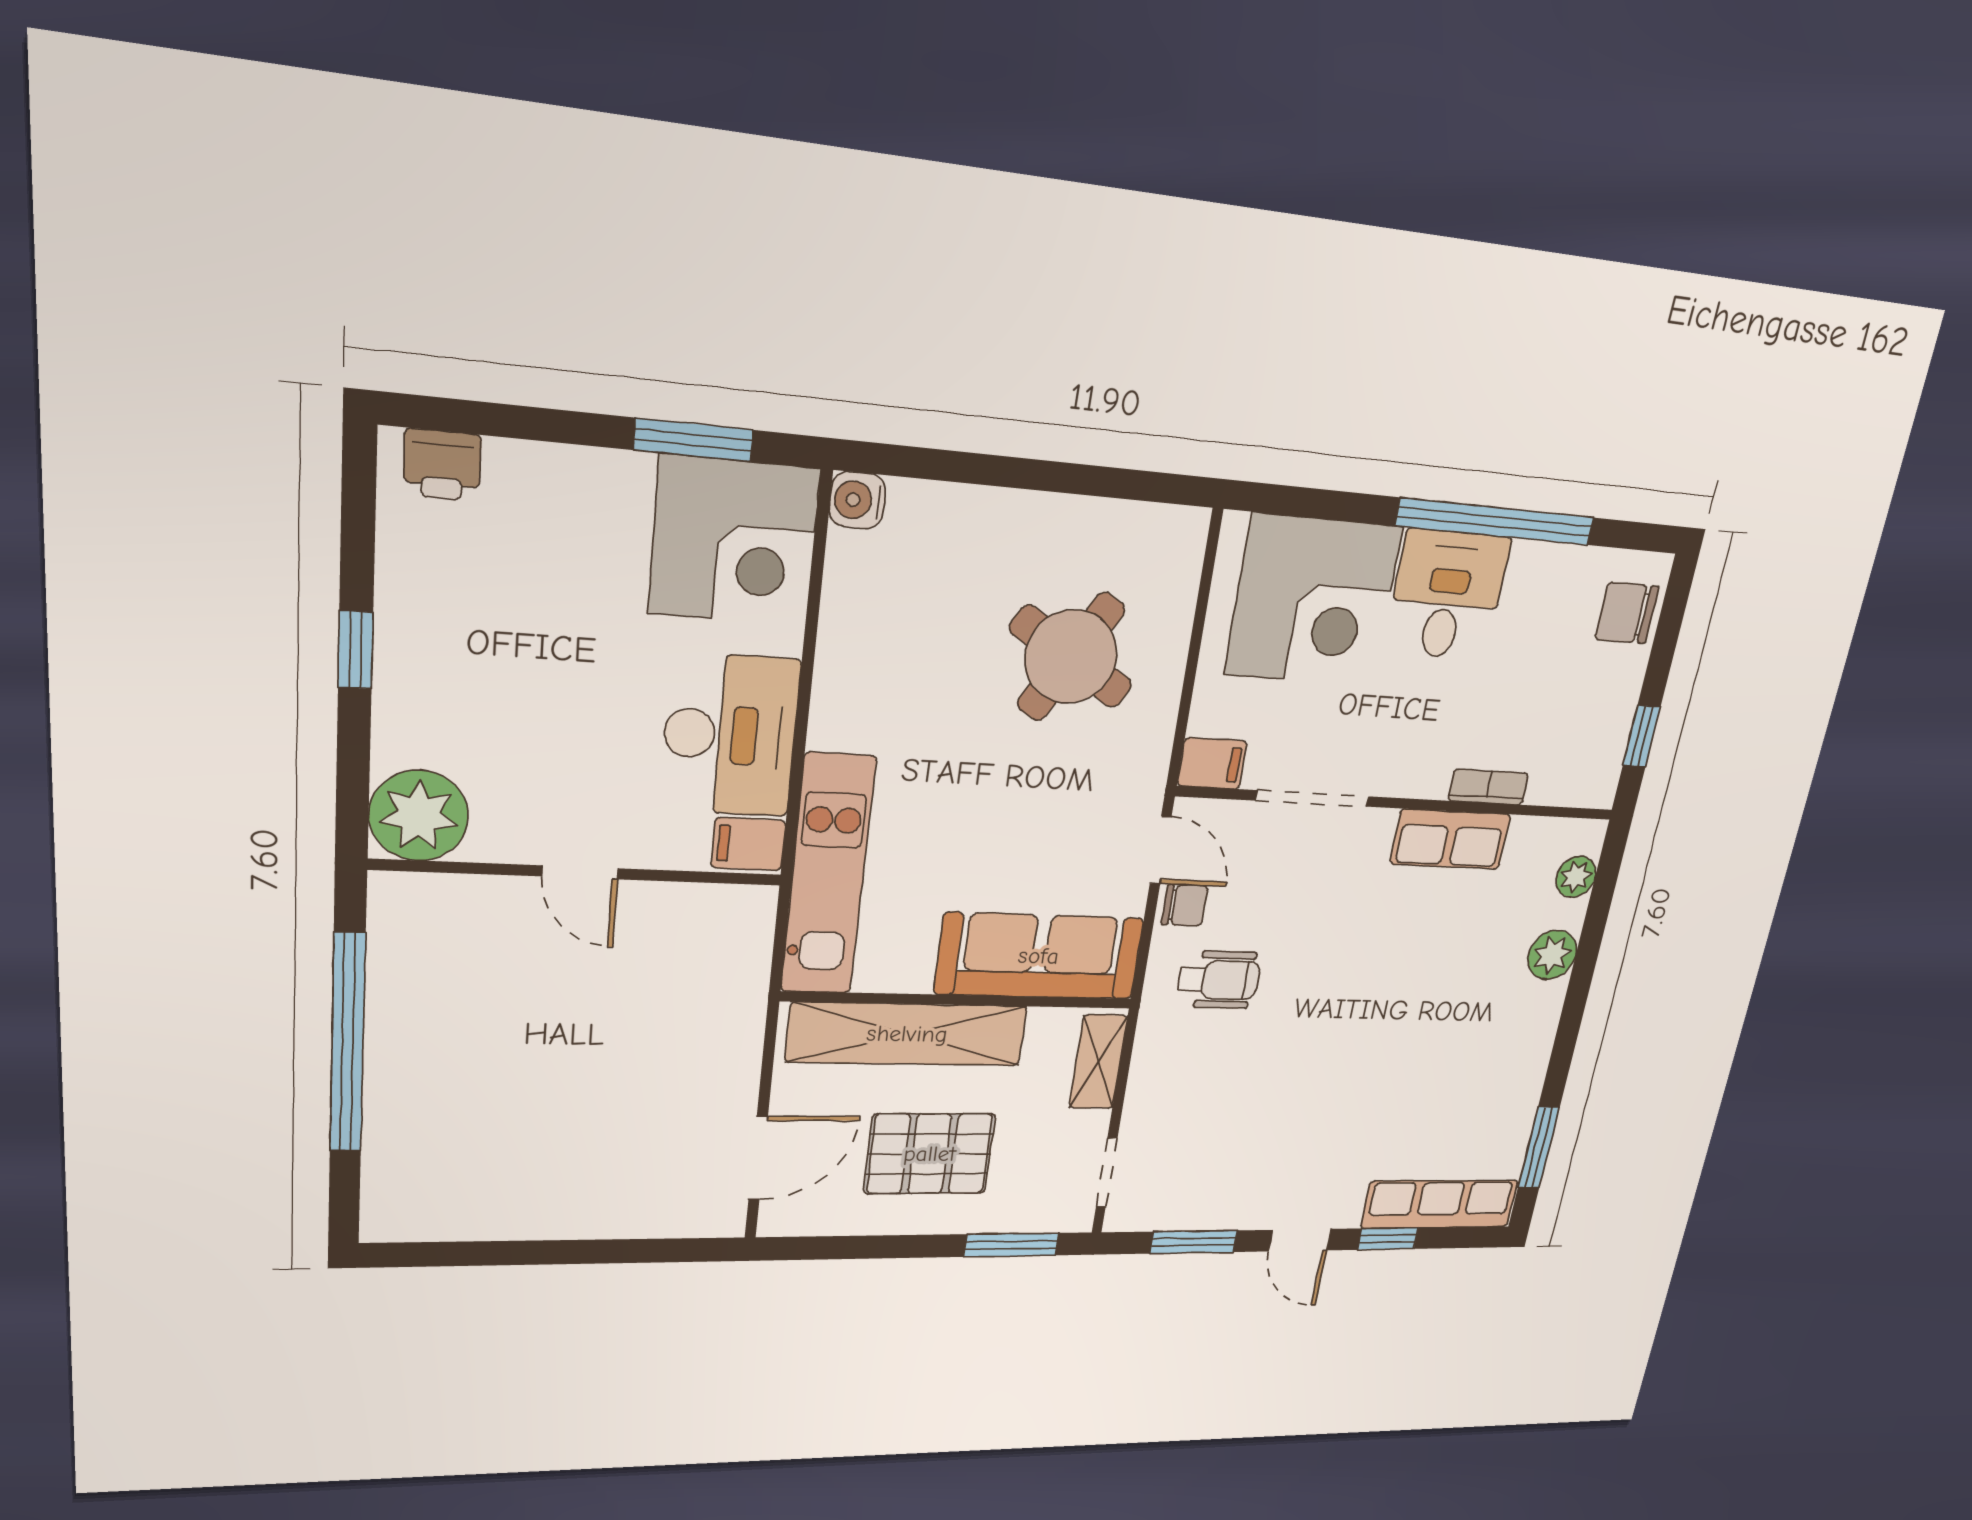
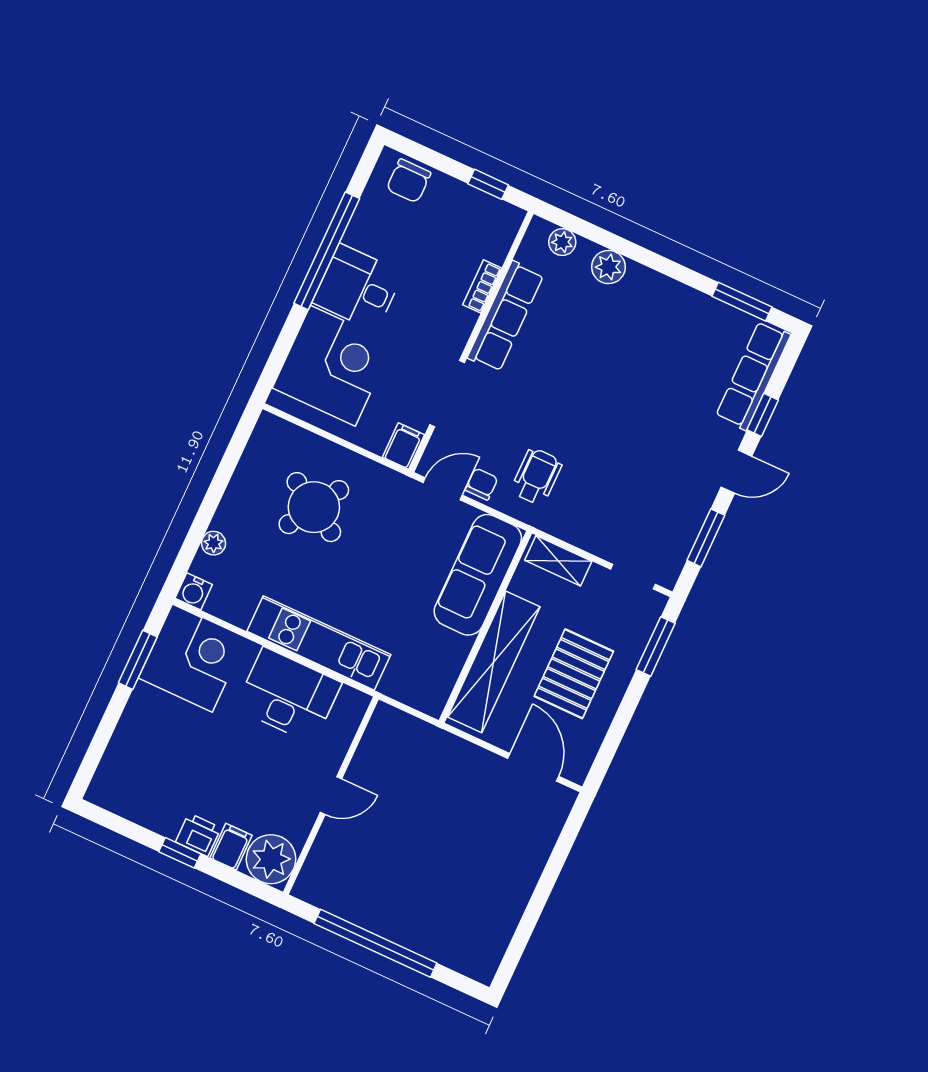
printer: (442, 465) -> (198, 835), moved, turned -90
plant: (956, 505) -> (214, 543), added
row of seats: (1450, 839) -> (506, 316), width x1.48
filing cabinet: (748, 844) -> (231, 847), moved, turned 180
kitchen unit: (828, 875) -> (319, 643), moved

